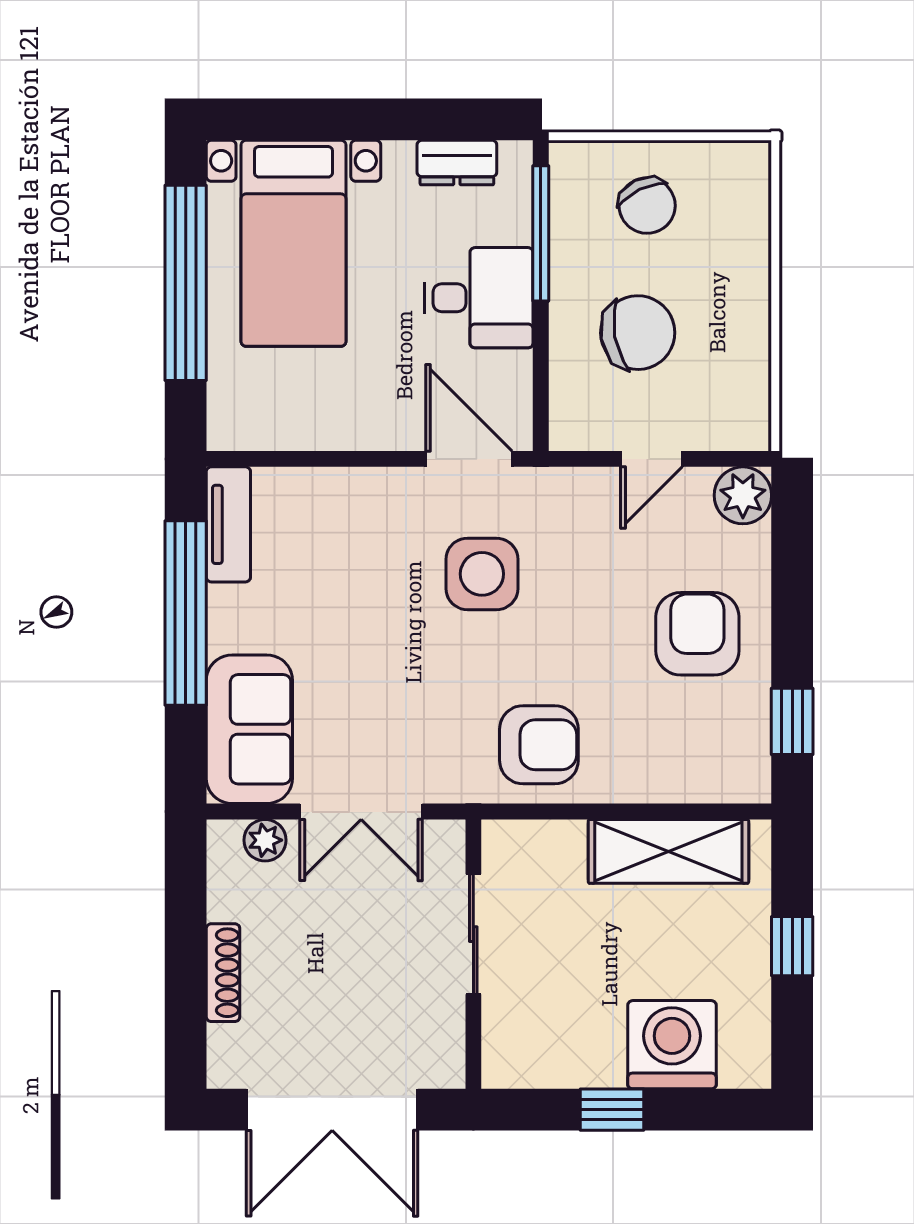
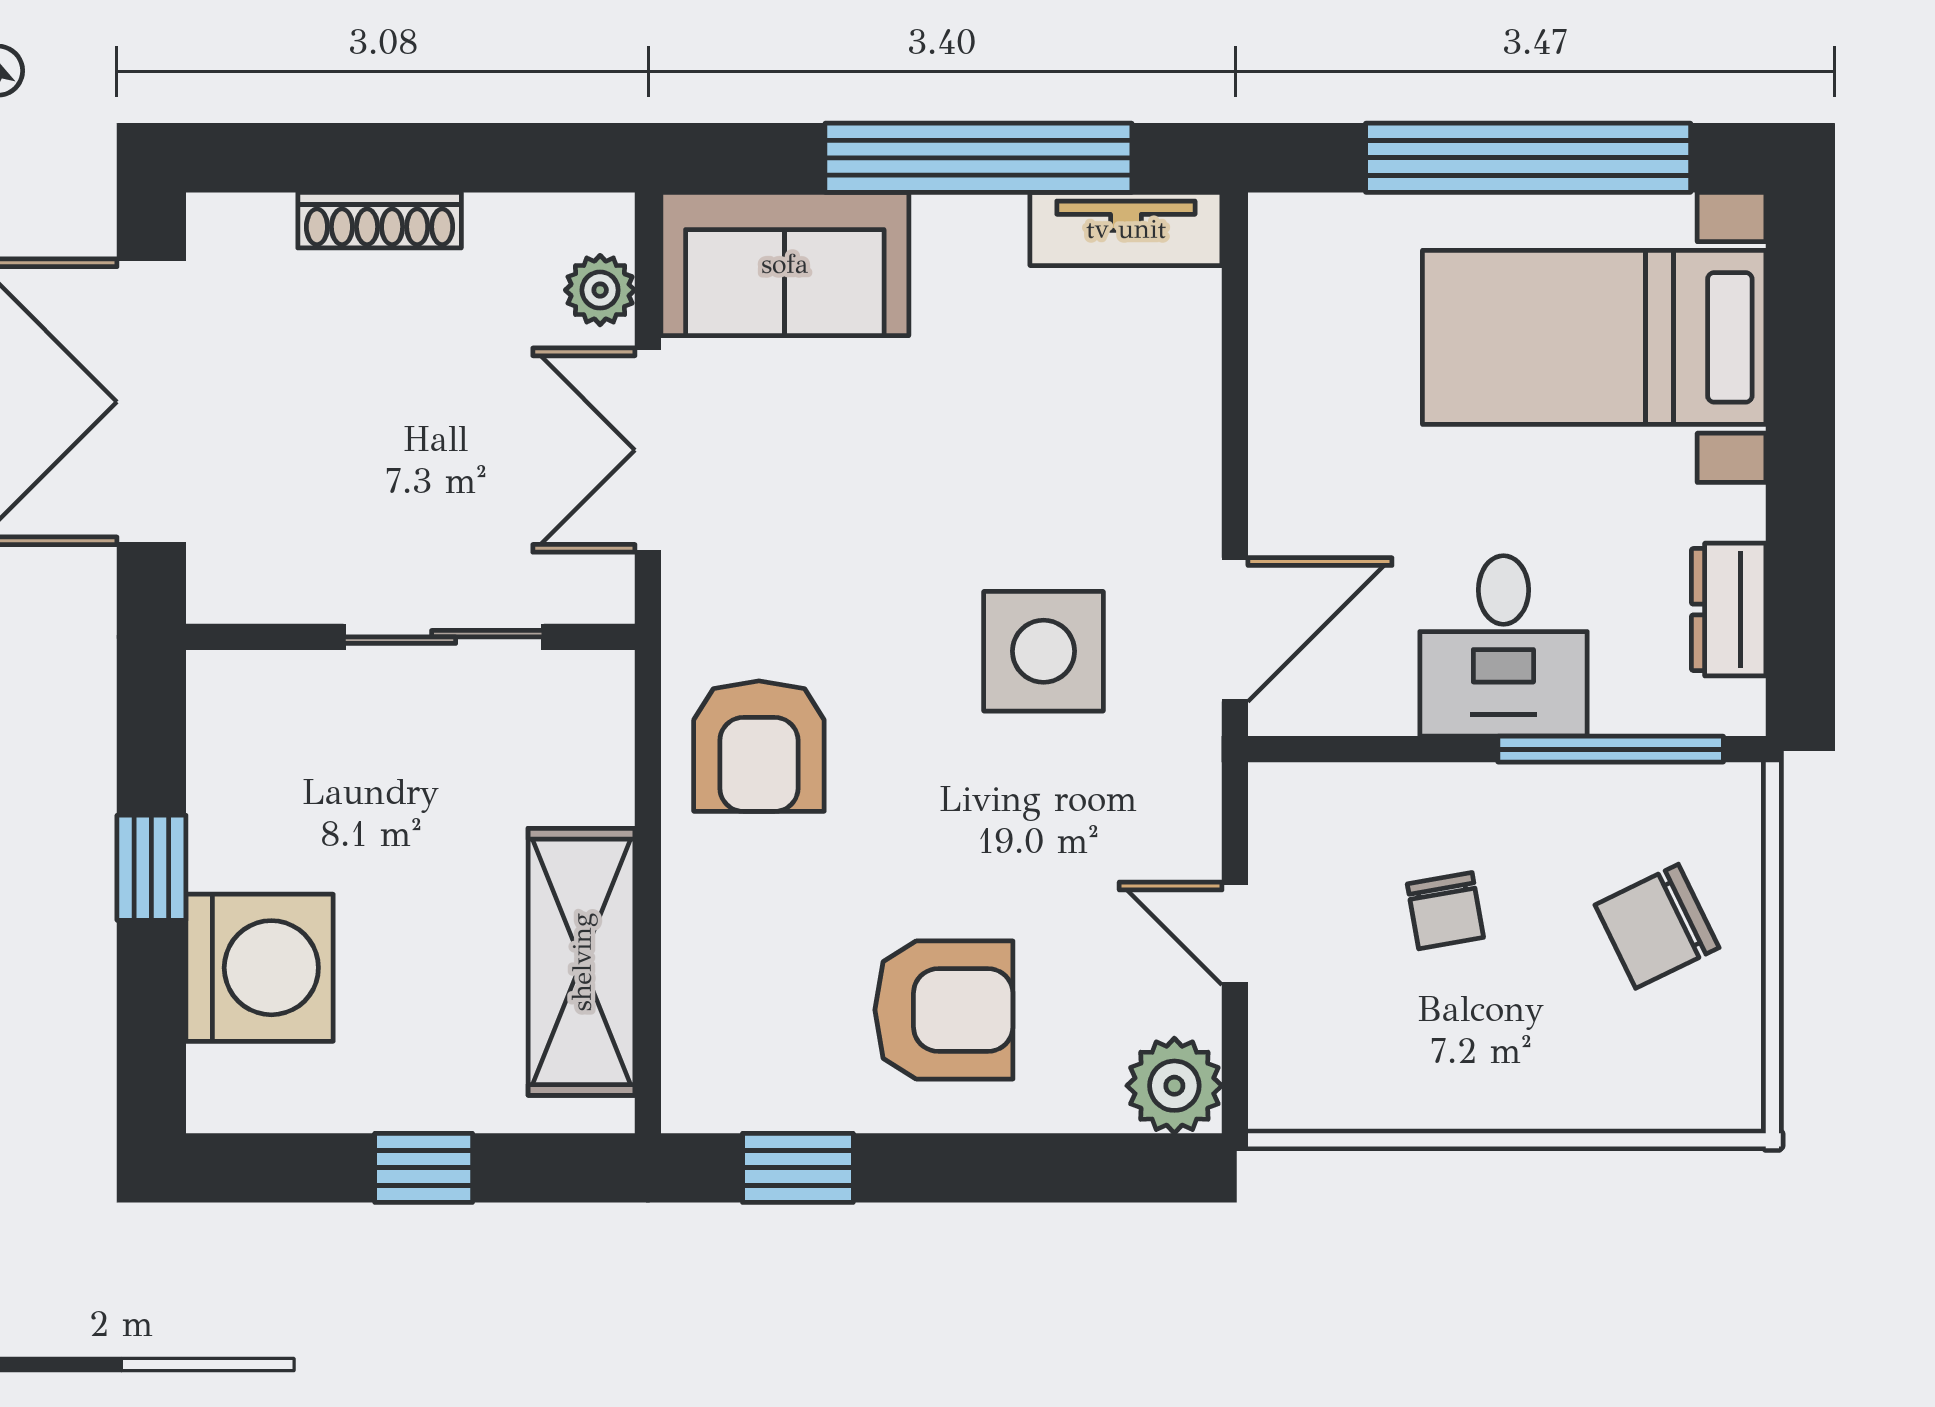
chair: (638, 333) -> (1445, 911), width x0.54, depth x0.54

